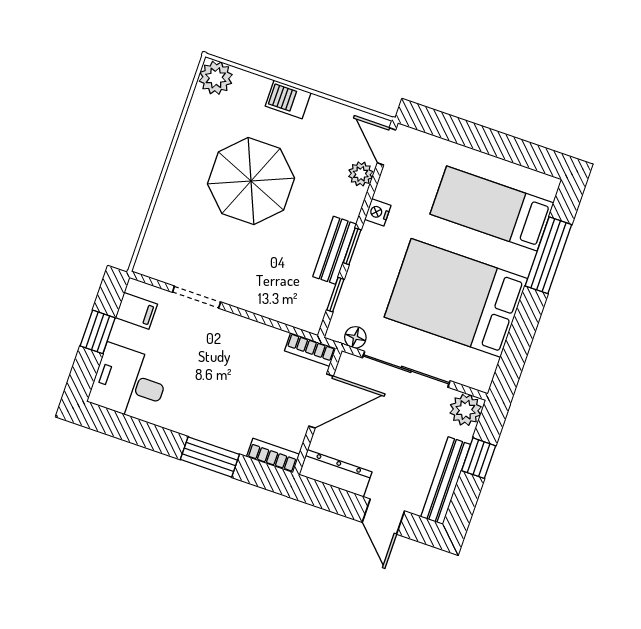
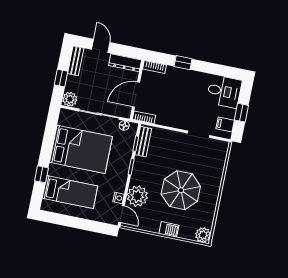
plant: (361, 174) -> (137, 196), width x1.87, depth x1.87
nightstand: (378, 212) -> (119, 198), moved
bench: (335, 250) -> (143, 142), moved
window: (548, 255) -> (41, 174), width x0.46
window: (210, 457) -> (183, 63), width x0.67
bench: (446, 481) -> (76, 61), width x0.73

